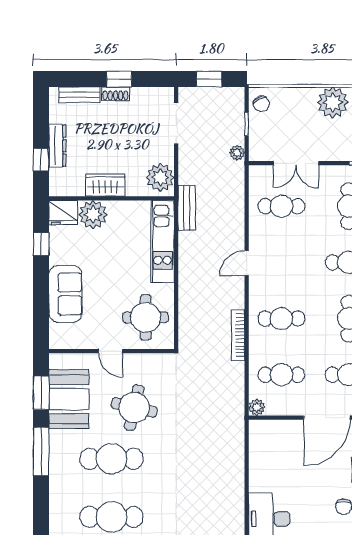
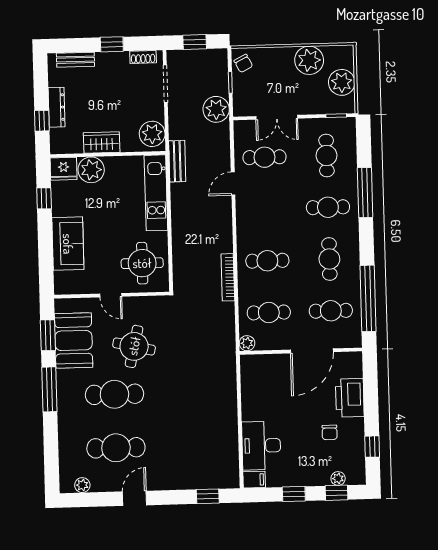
shoe rack: (115, 94) -> (143, 57), moved
plant: (237, 153) -> (216, 109), width x1.88, depth x1.88
door: (247, 263) -> (233, 184), moved

